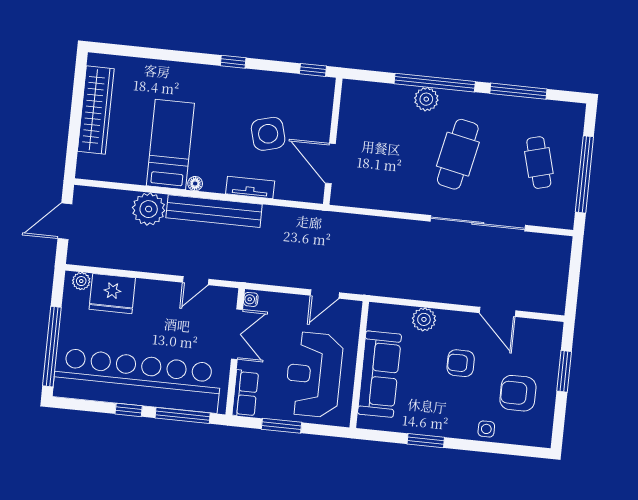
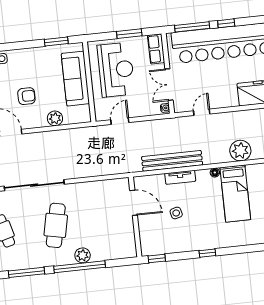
side table: (268, 134) -> (176, 213), width x0.54, depth x0.54
bench: (214, 211) -> (172, 161), moved
window: (426, 441) -> (56, 41), moved

